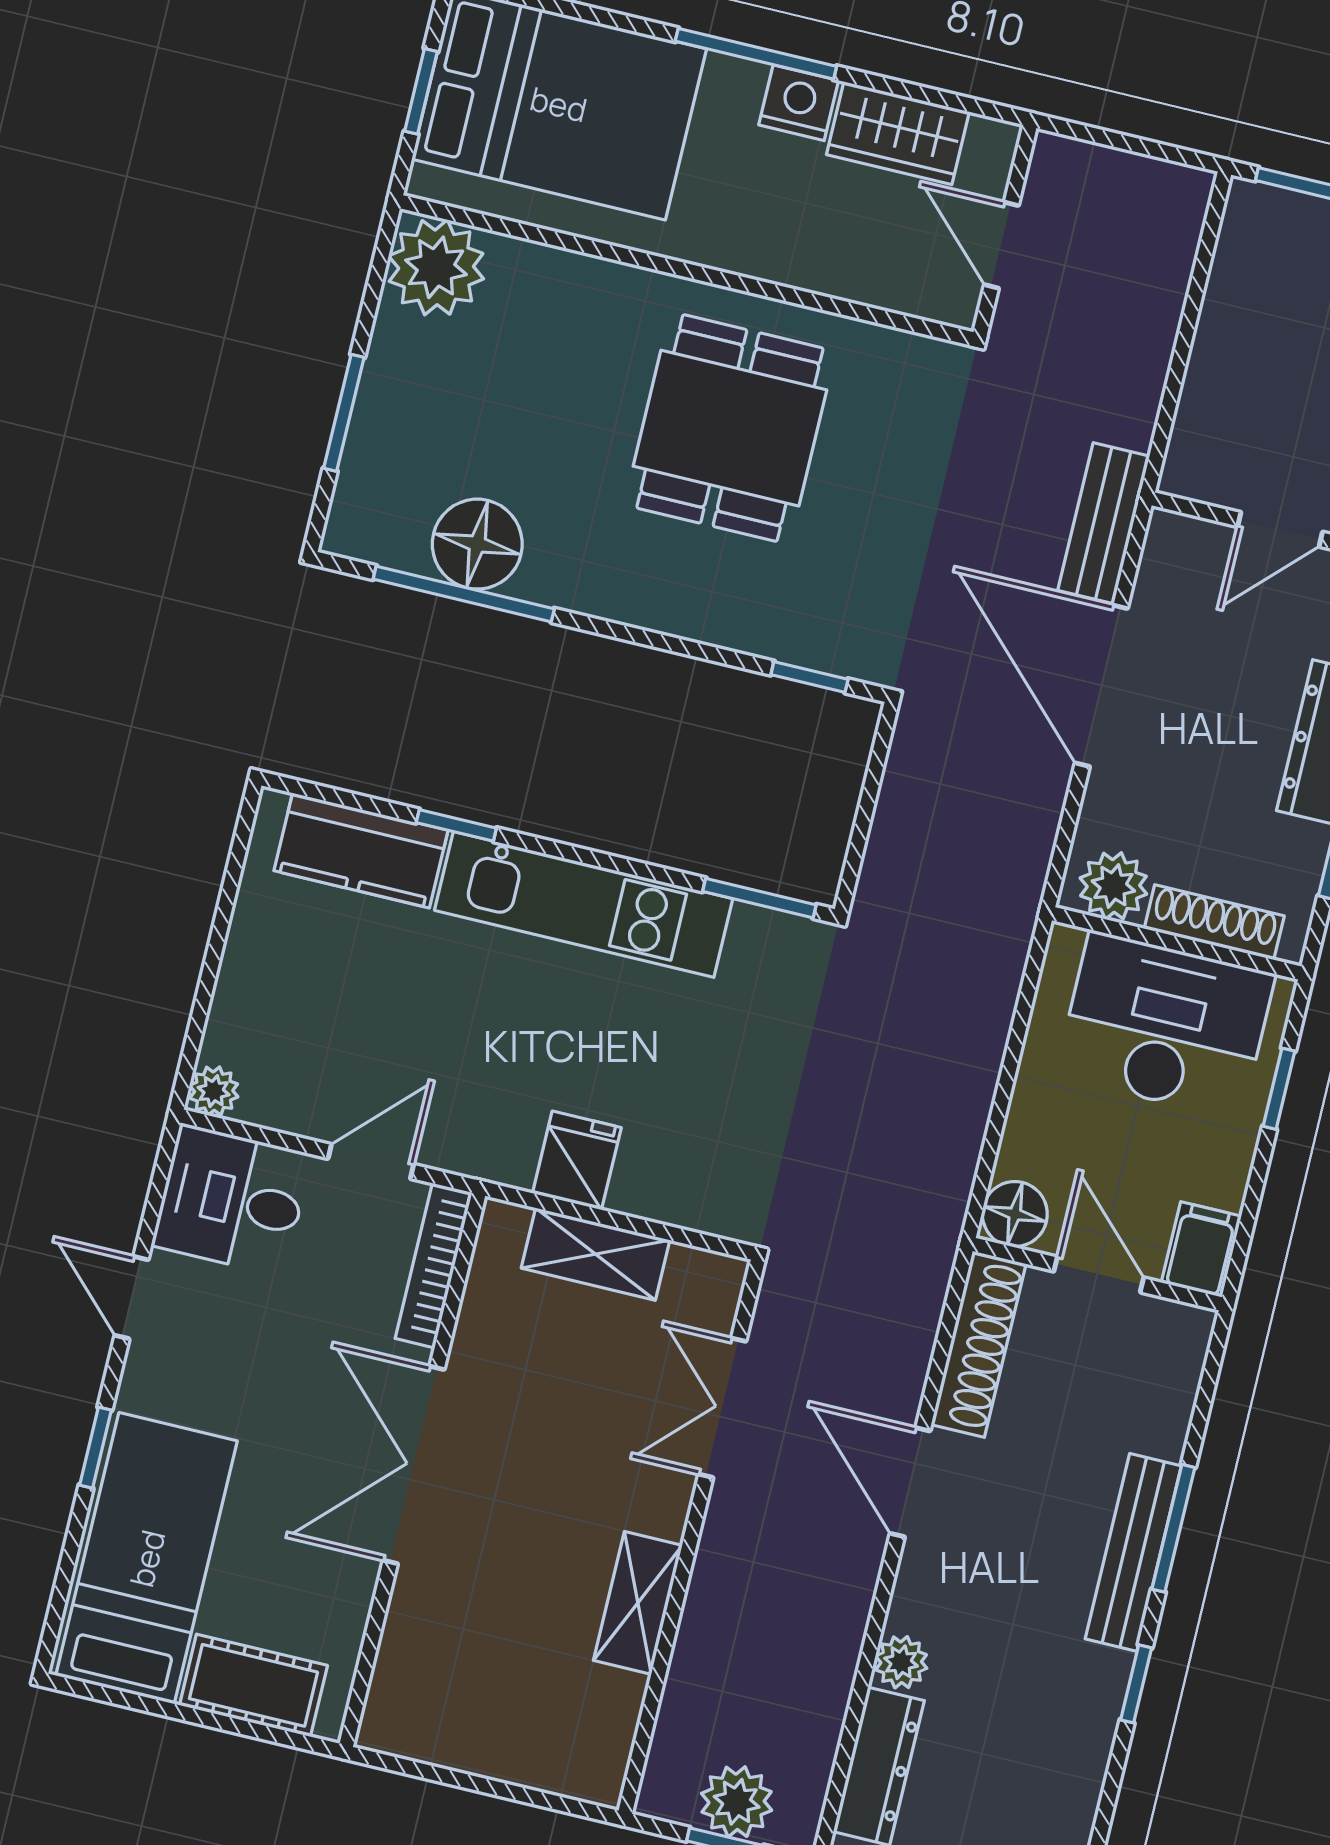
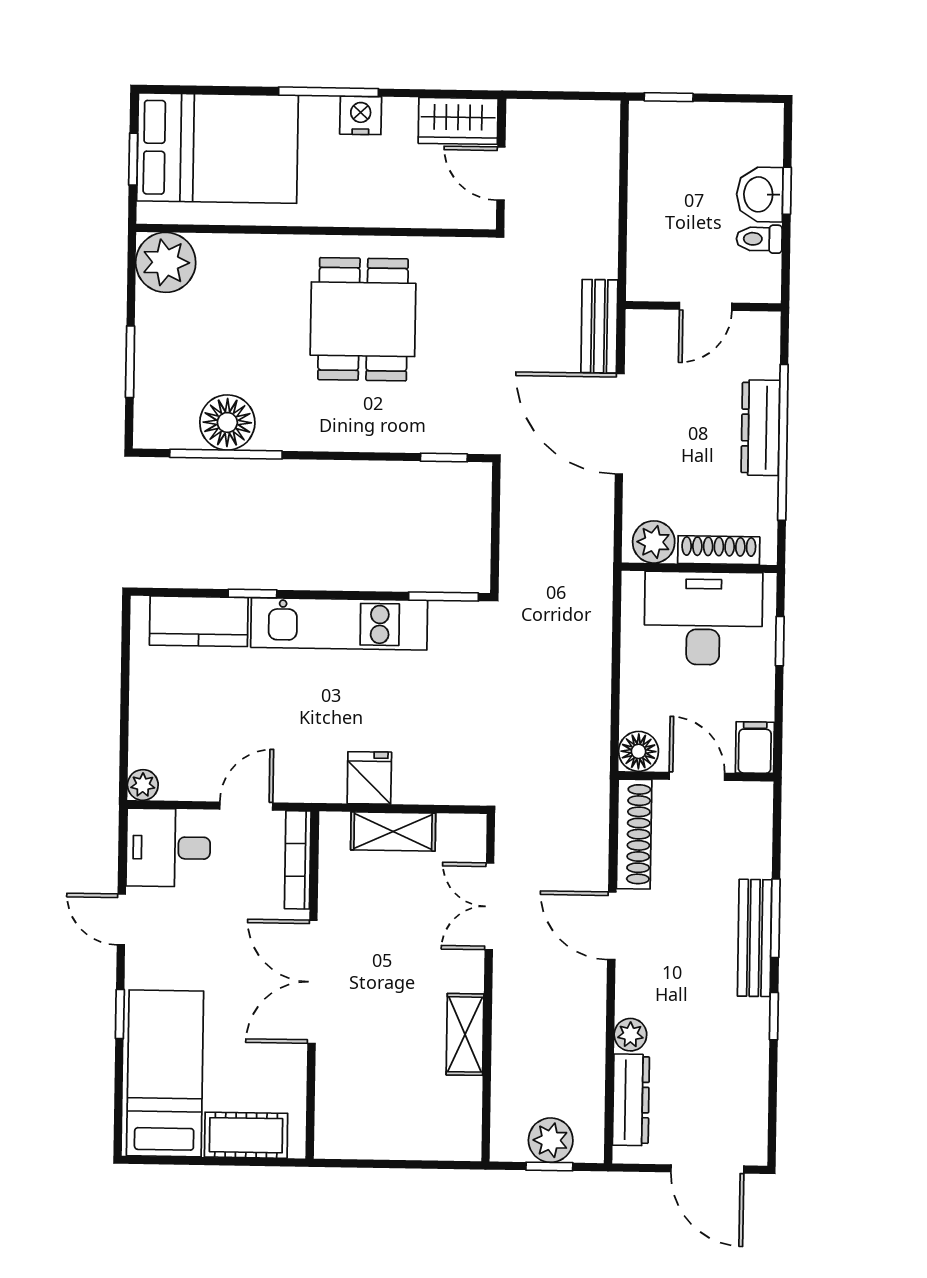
wardrobe: (898, 133) -> (458, 121), moved

